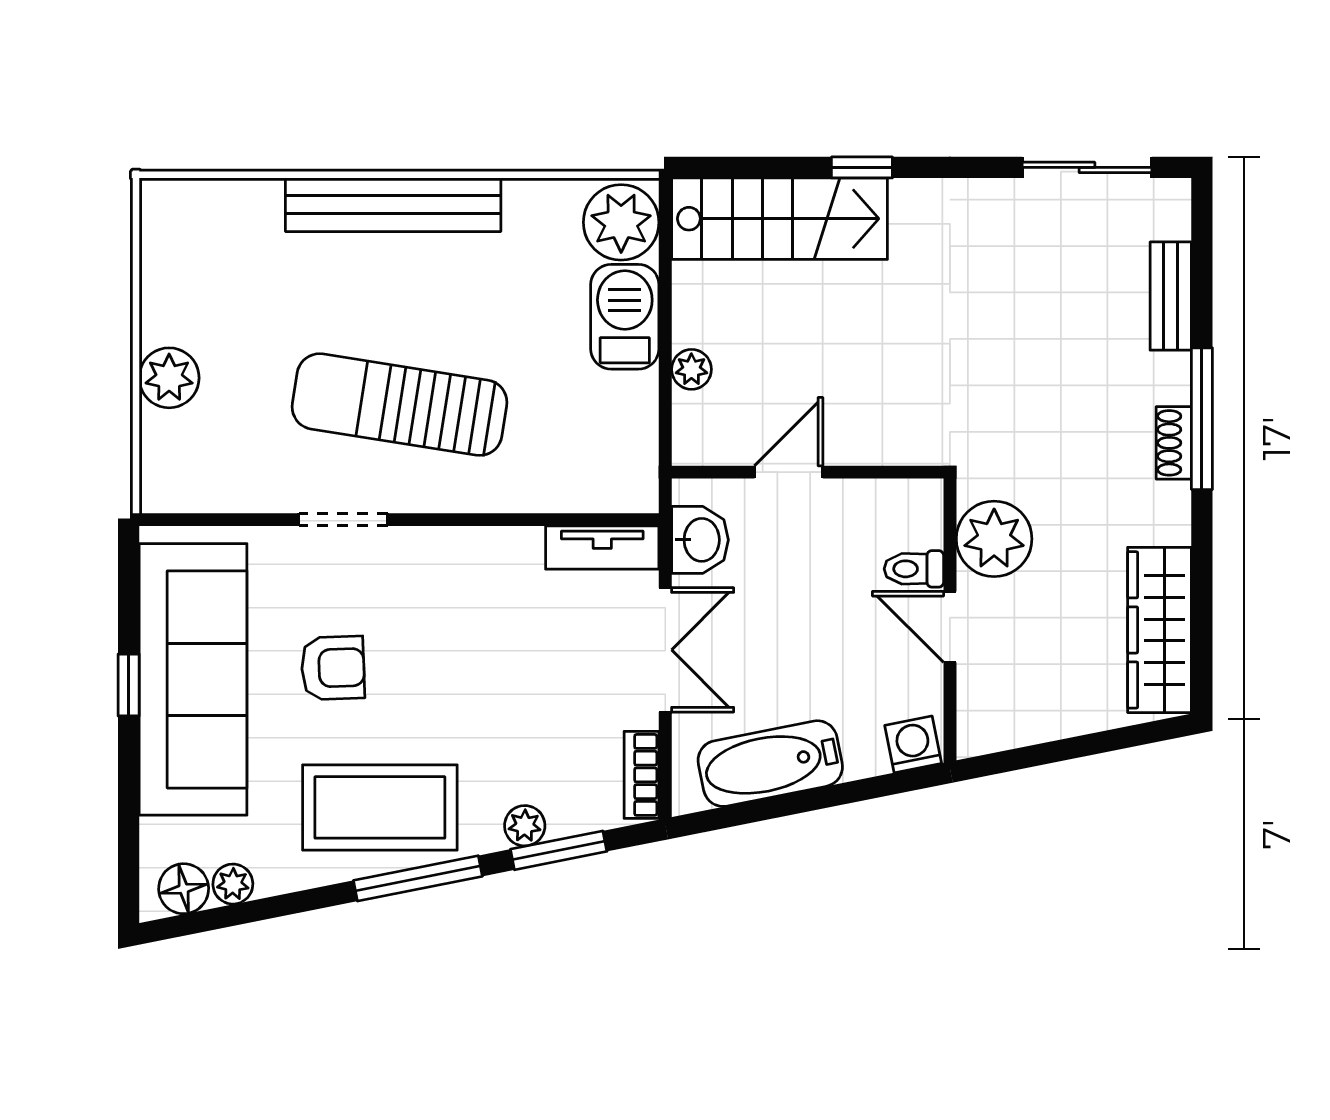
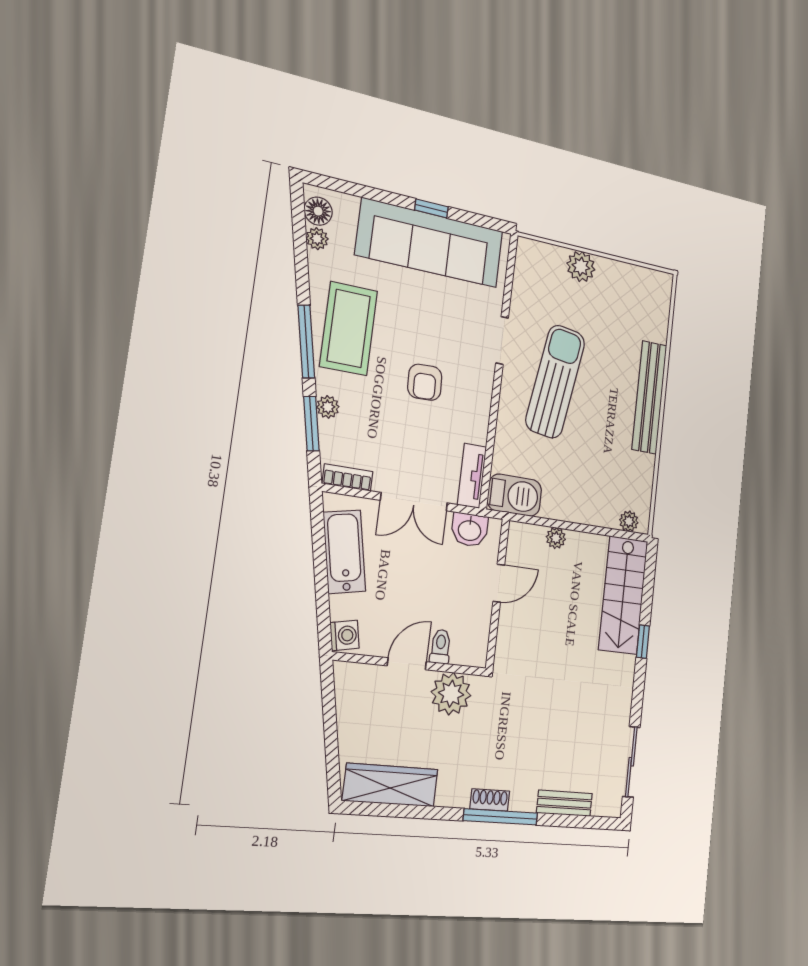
plant: (621, 222) -> (629, 521), width x0.53, depth x0.53
barbecue: (625, 317) -> (514, 495), moved
door: (789, 472) -> (499, 583), hinge flipped
armchair: (333, 668) -> (425, 382), moved

